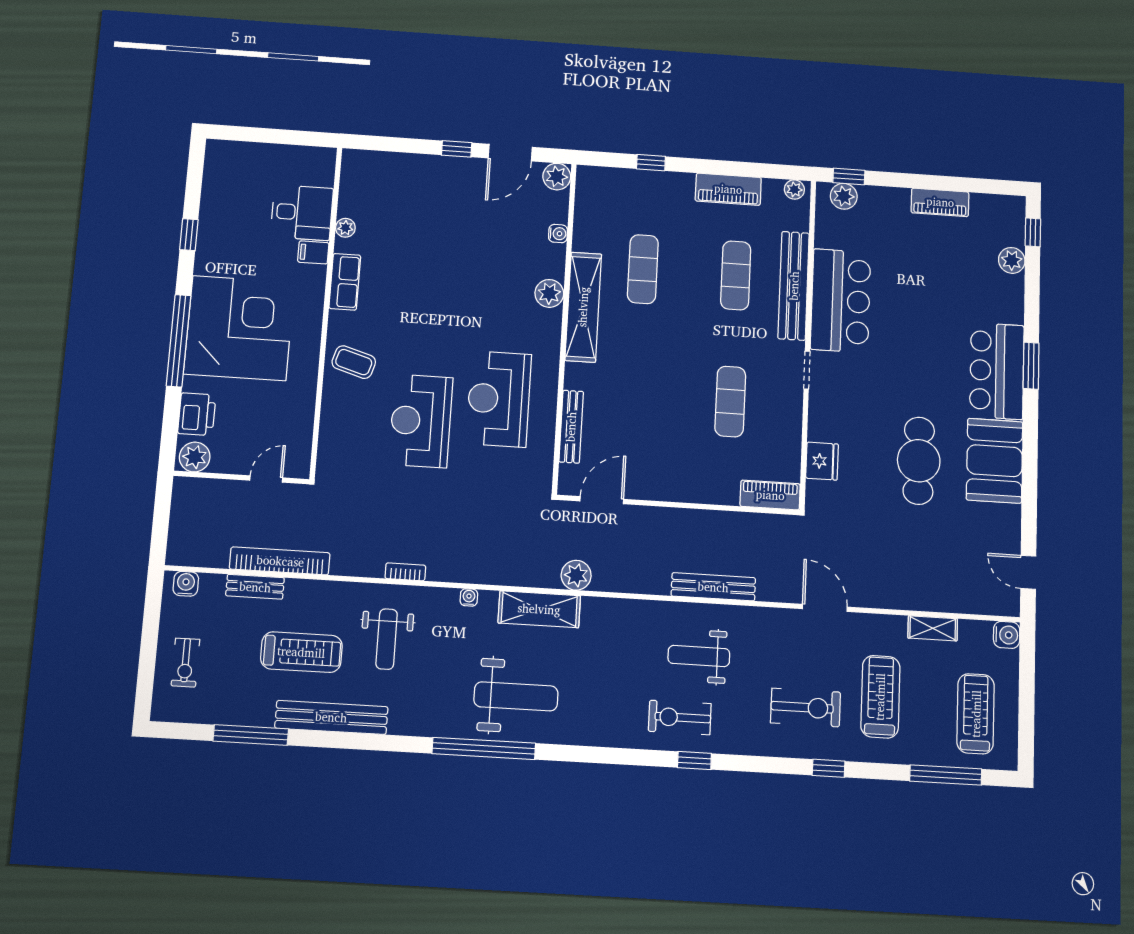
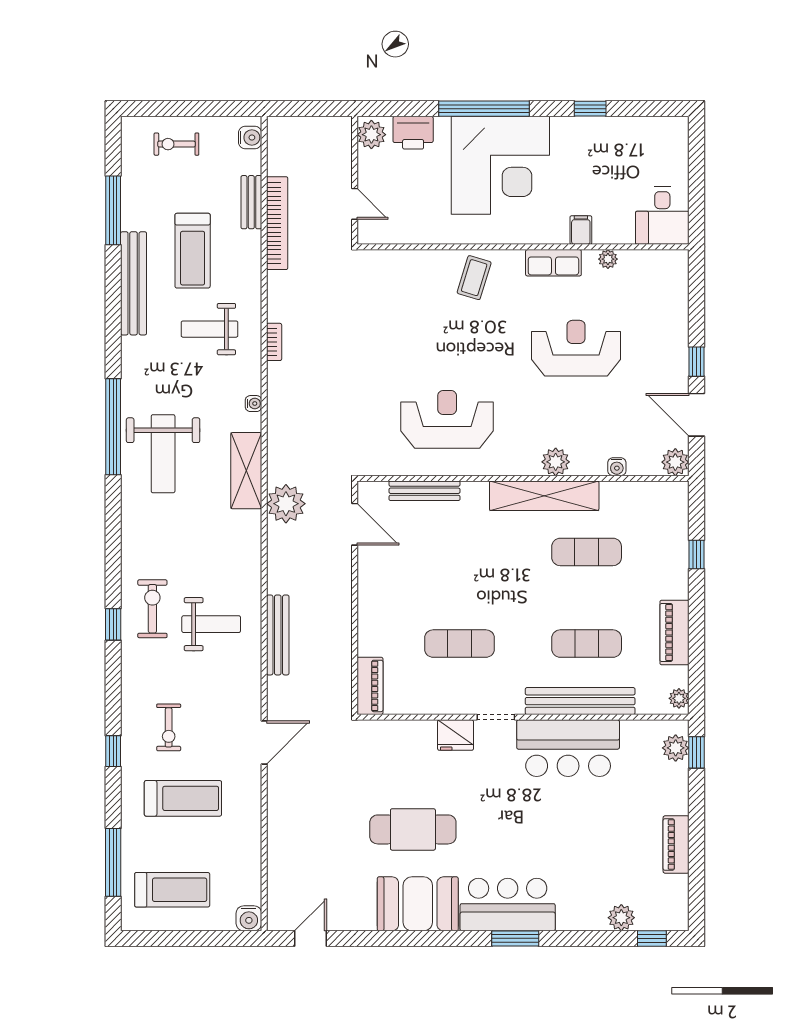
desk: (302, 213) -> (662, 216), moved
reception desk: (421, 421) -> (576, 348), moved
fridge: (822, 461) -> (456, 735), moved
plant: (576, 575) -> (286, 504), width x1.36, depth x1.36
shelving: (933, 628) -> (251, 847), removed
weight bench: (699, 656) -> (211, 624), turned 90
exercise bike: (806, 707) -> (169, 727), width x0.73, depth x0.72

